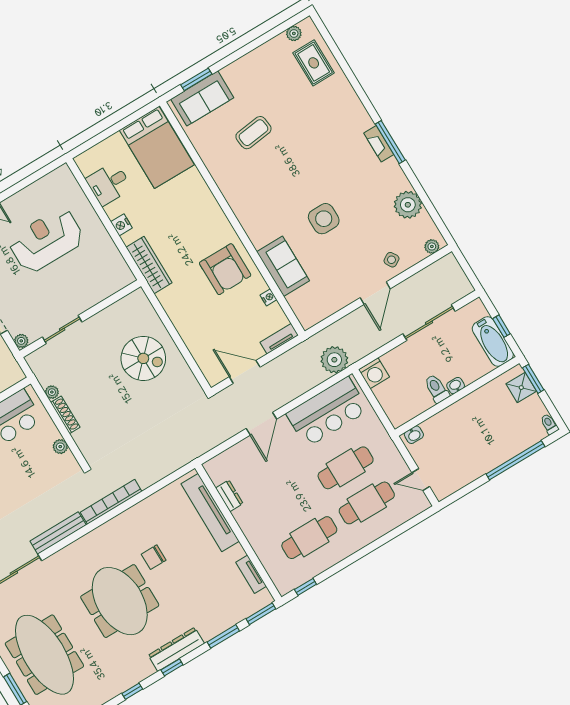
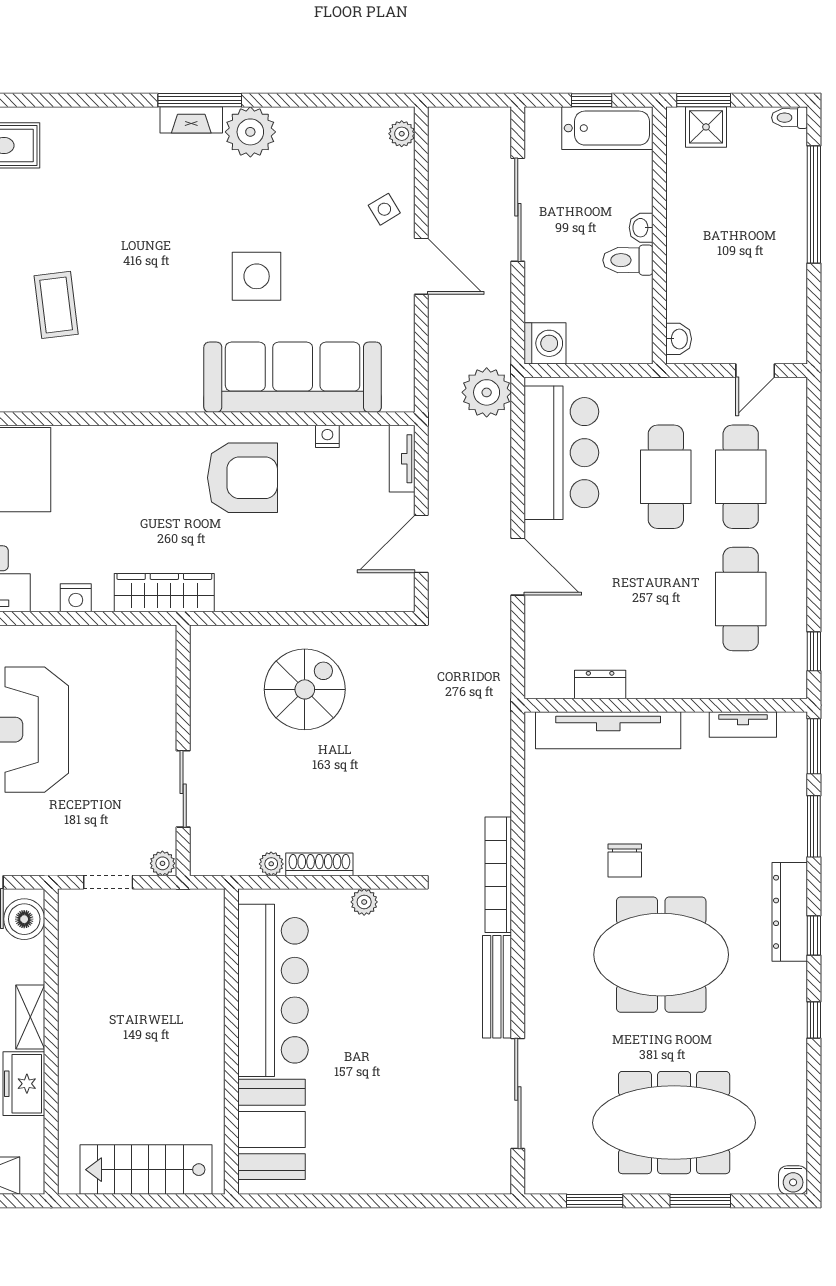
plant: (408, 205) -> (250, 132), moved
sofa: (283, 266) -> (293, 377), width x1.85, depth x1.27

